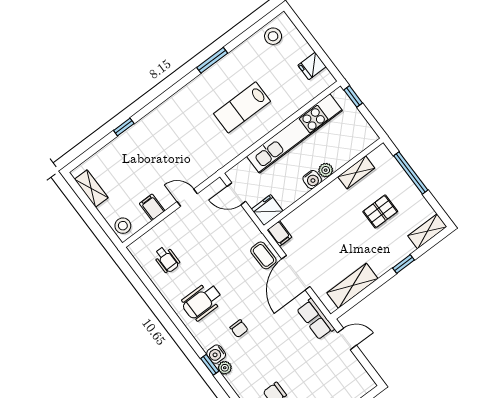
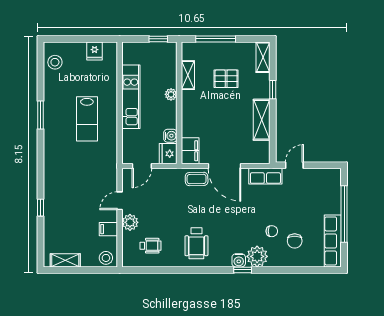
window: (353, 96) -> (158, 39), moved
kitchen unit: (295, 133) -> (131, 97), width x0.73
water cooler: (312, 179) -> (170, 136), moved
pallet: (380, 211) -> (226, 79), turned 90
plant: (174, 223) -> (130, 222), added
filing cabinet: (279, 234) -> (190, 151), width x2.00
shelving: (352, 286) -> (262, 120), moved
chair: (239, 329) -> (272, 231), moved
plant: (225, 368) -> (257, 256), width x1.88, depth x1.88

